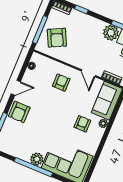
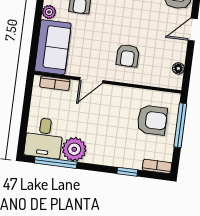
armchair: (57, 38) -> (152, 120), turned 116
door: (88, 73) -> (91, 80), swing flipped

